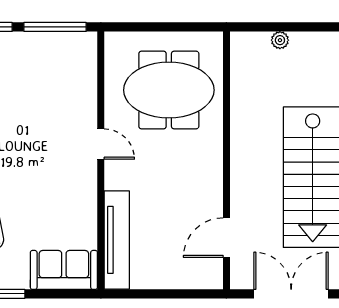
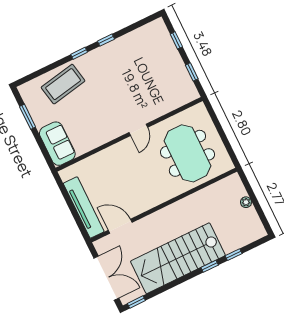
window: (55, 27) -> (192, 72), width x0.46
tv unit: (117, 240) -> (84, 207), moved, turned -90

